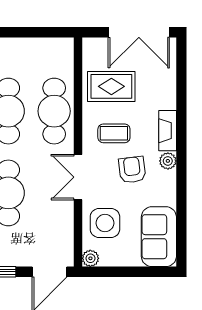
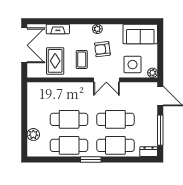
cafe table: (54, 111) -> (69, 93), removed
fireplace: (168, 131) -> (58, 29), moved

